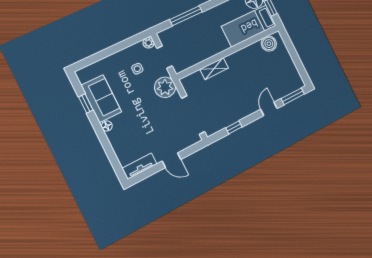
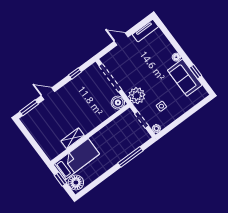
boiler: (269, 44) -> (118, 103), moved
shelving: (214, 69) -> (73, 138), moved
door: (269, 109) -> (48, 94), swing flipped

